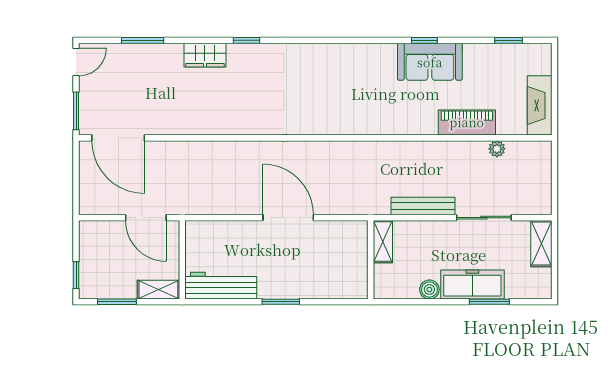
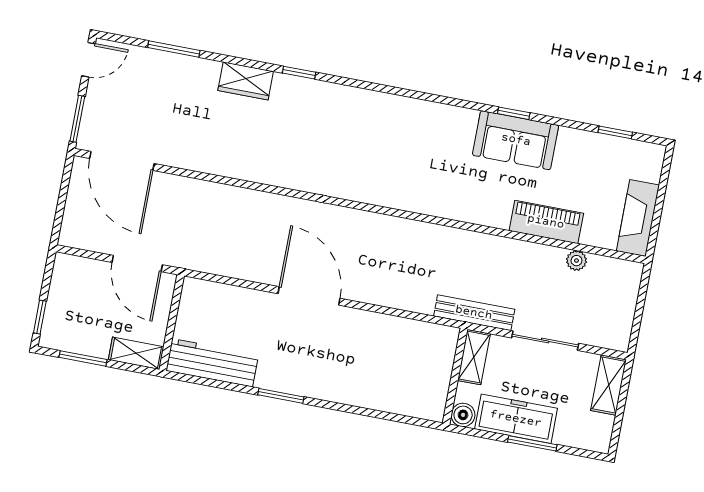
shelving: (383, 242) -> (474, 357), moved
wall: (371, 260) -> (455, 376), moved

